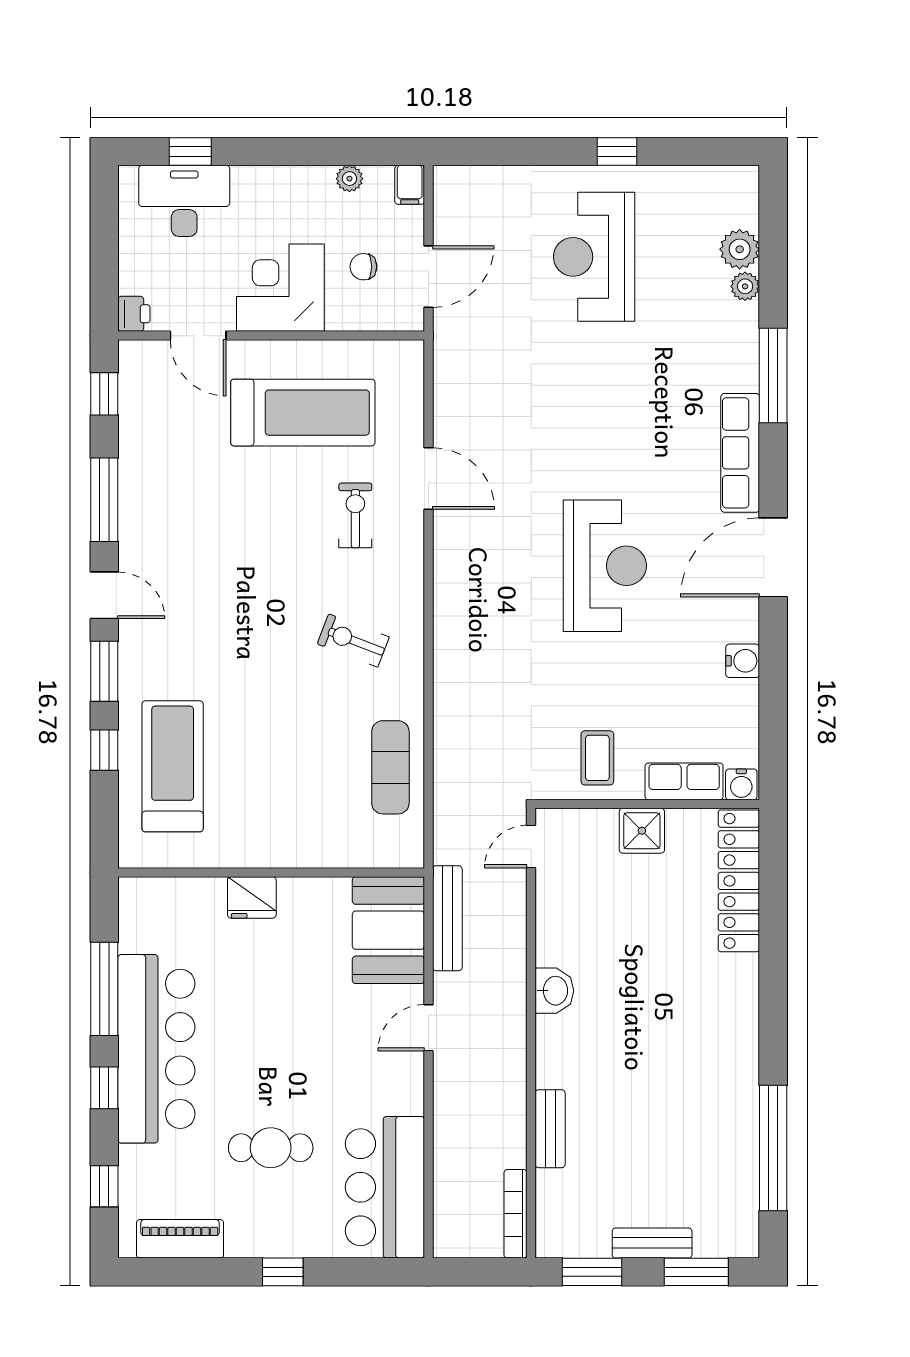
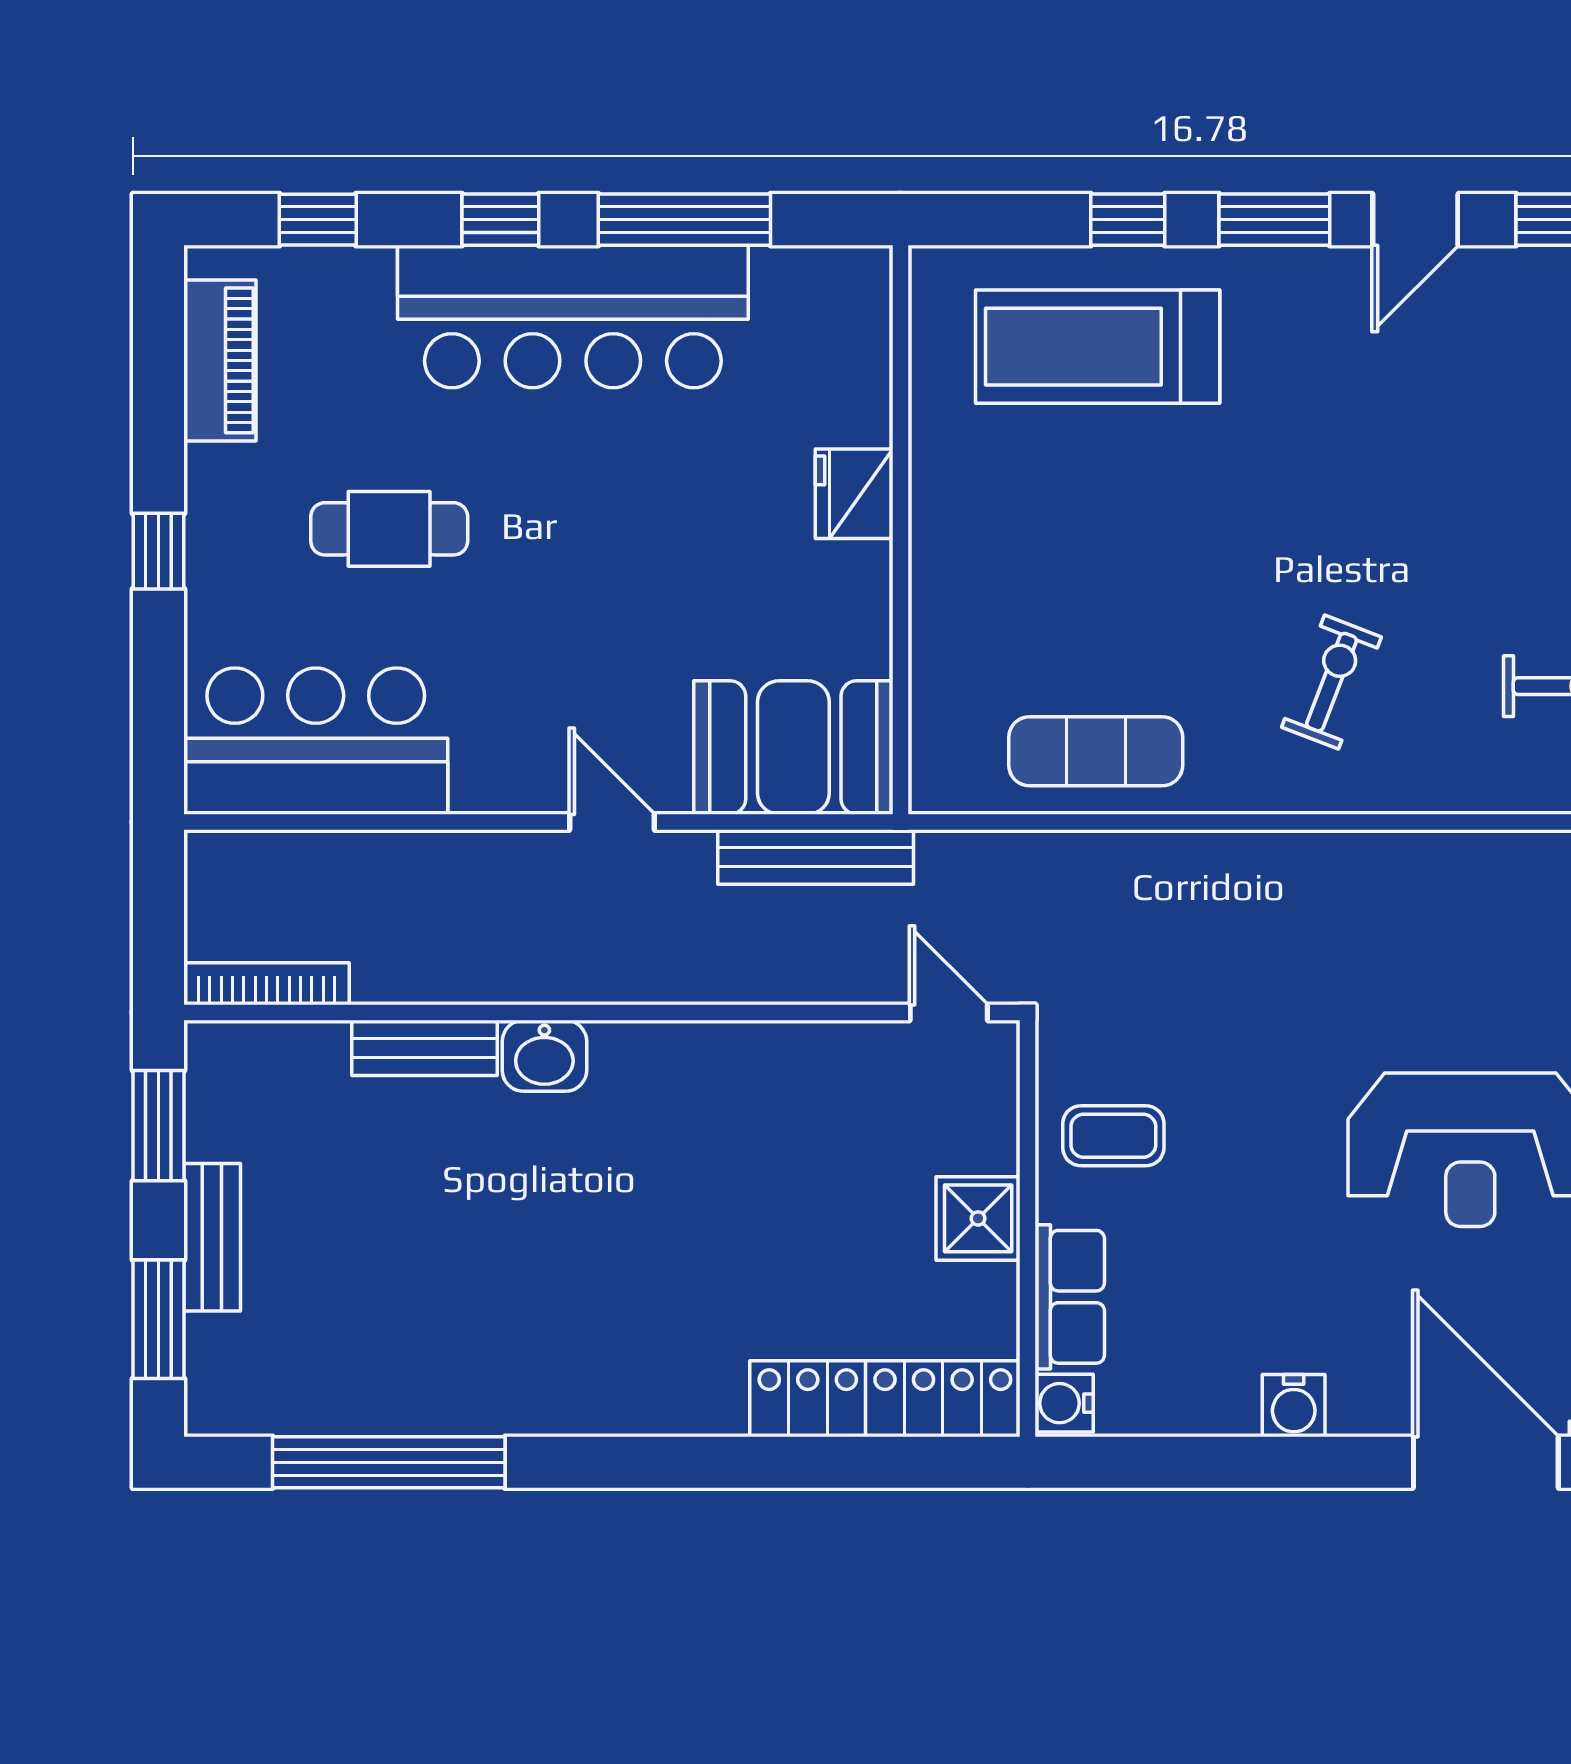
treadmill: (173, 766) -> (1098, 347), turned 180
washbasin: (554, 991) -> (544, 1056), moved
cafe table: (271, 1148) -> (389, 529), turned 90

